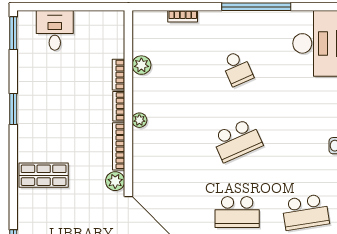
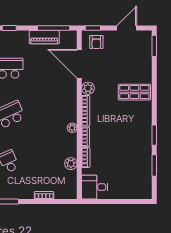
desk: (55, 30) -> (95, 187), moved, turned 90
window: (13, 33) -> (154, 165), moved

